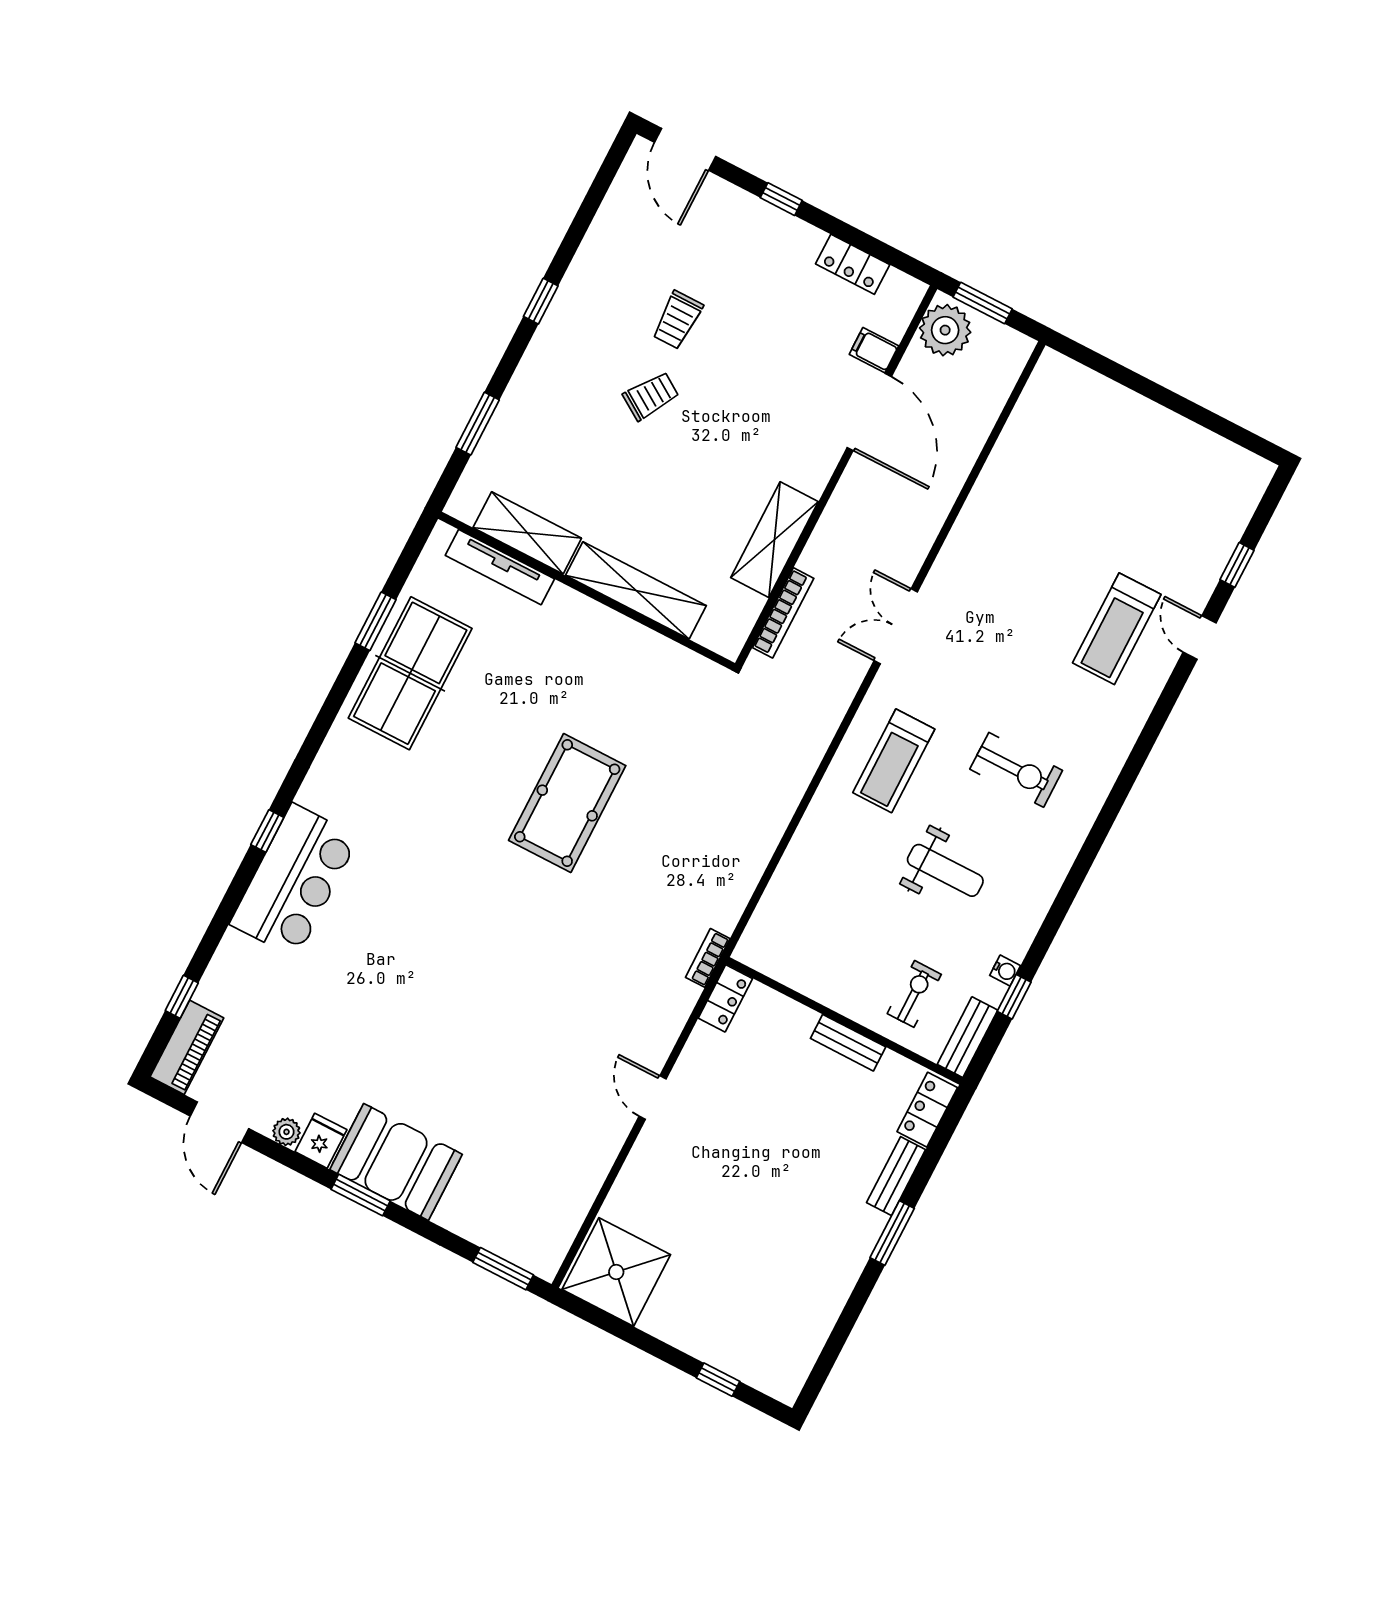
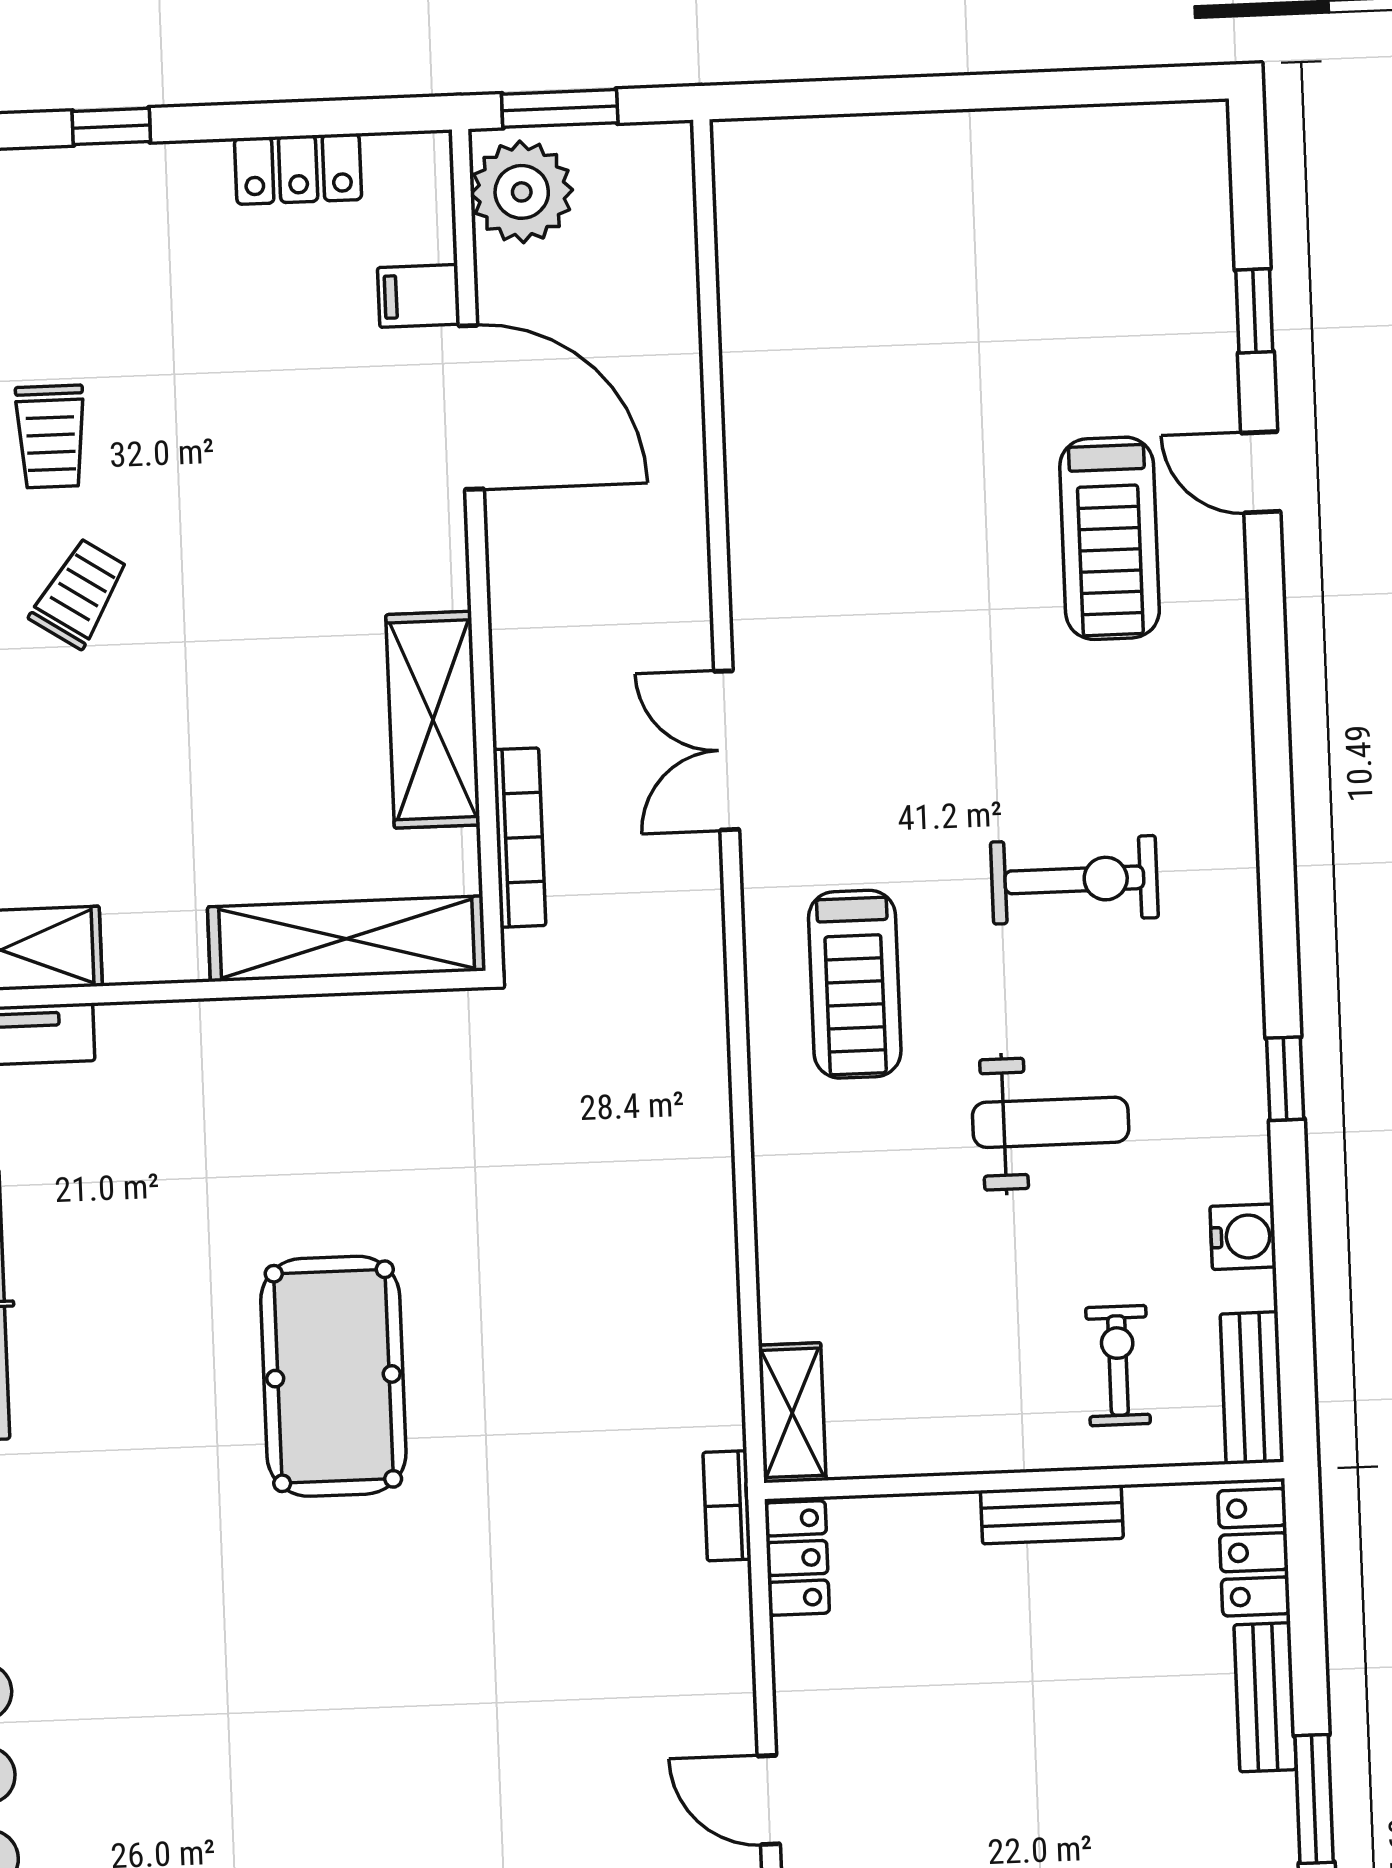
shelving: (636, 590) -> (347, 939), moved
shelving: (759, 933) -> (792, 1413), added
water cooler: (1005, 971) -> (1243, 1237), width x1.38, depth x1.38
window: (1014, 997) -> (1285, 1079), moved

